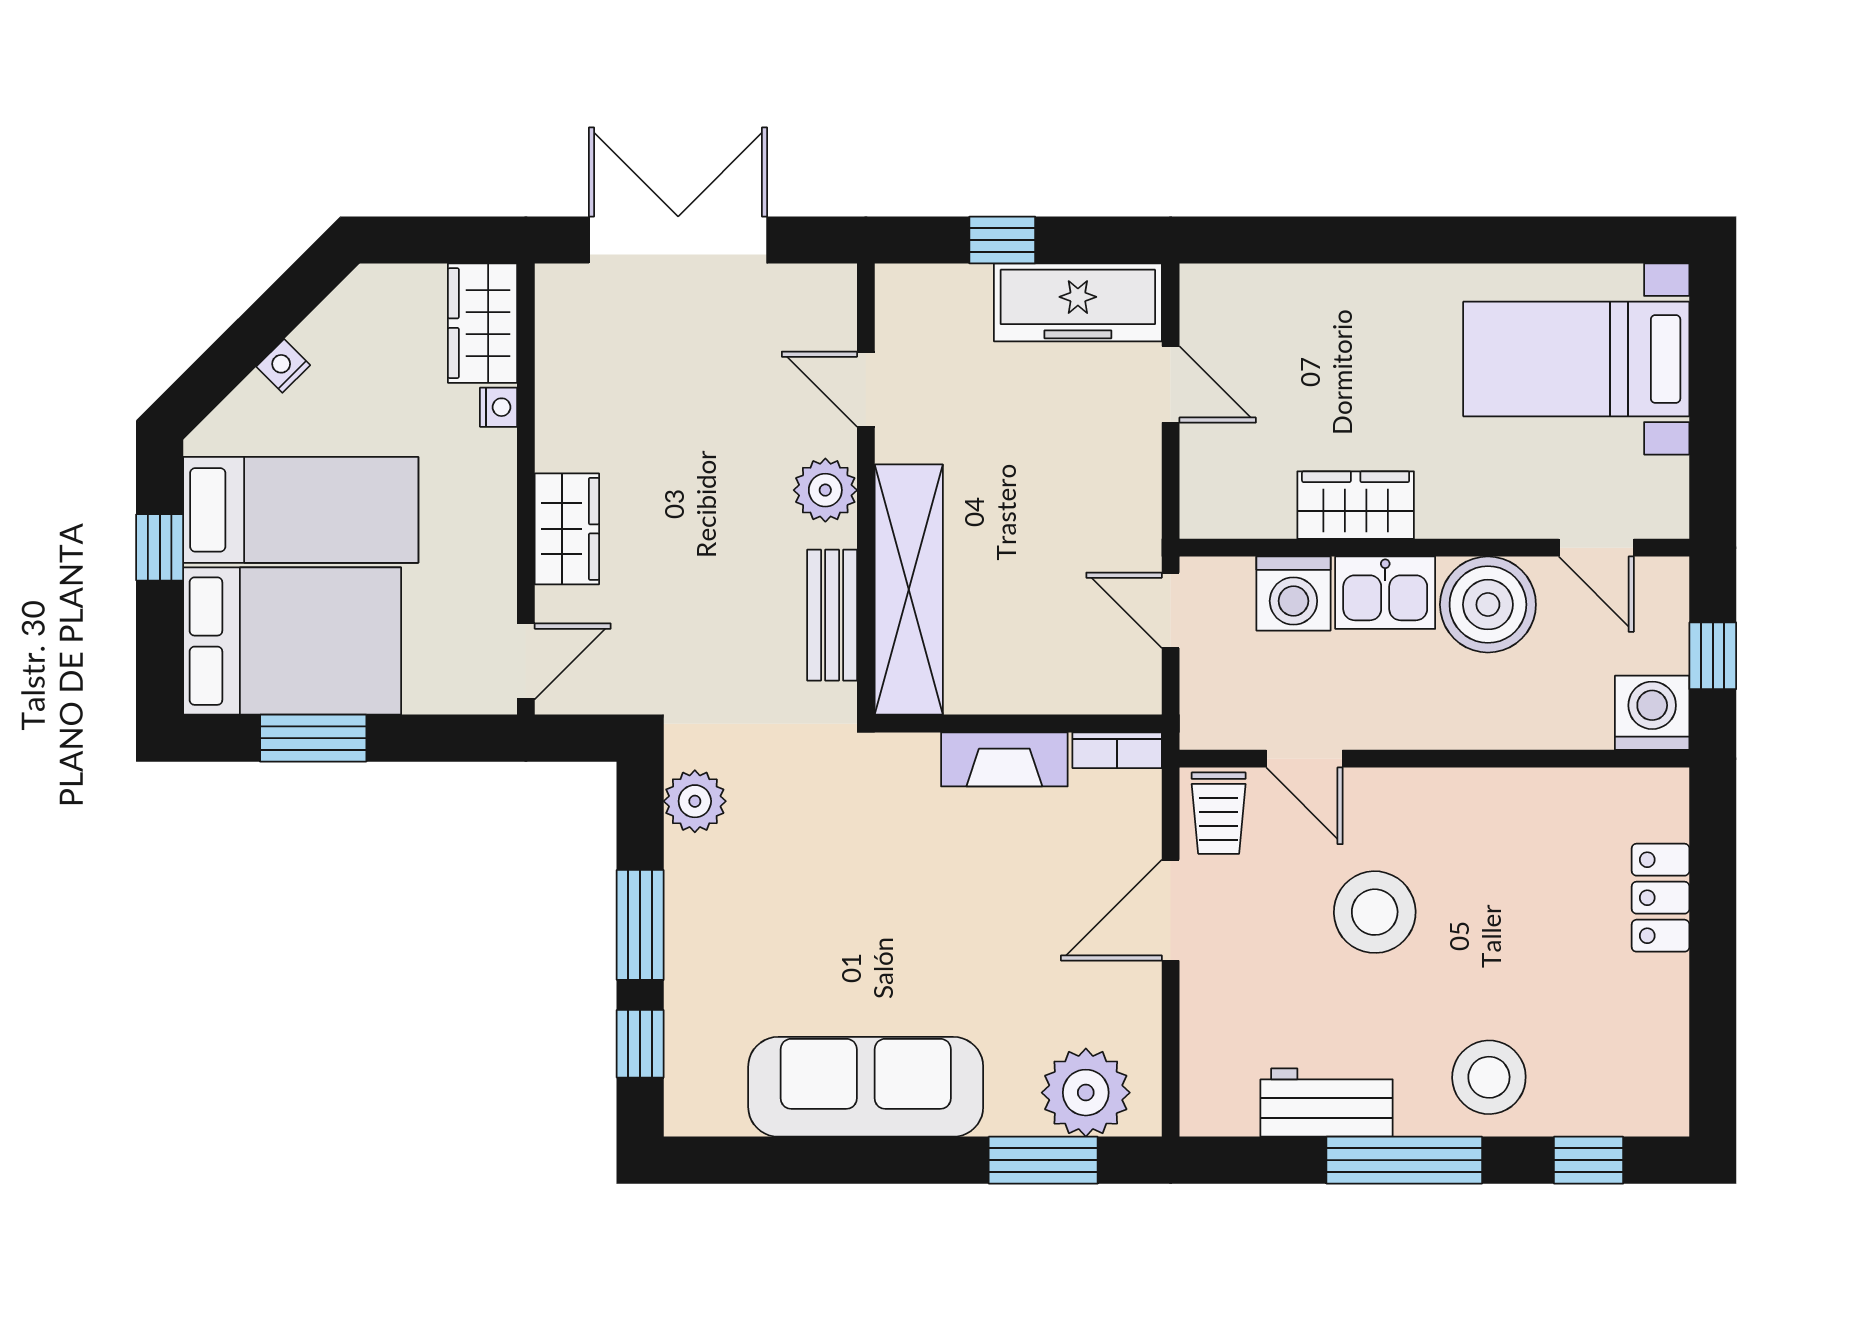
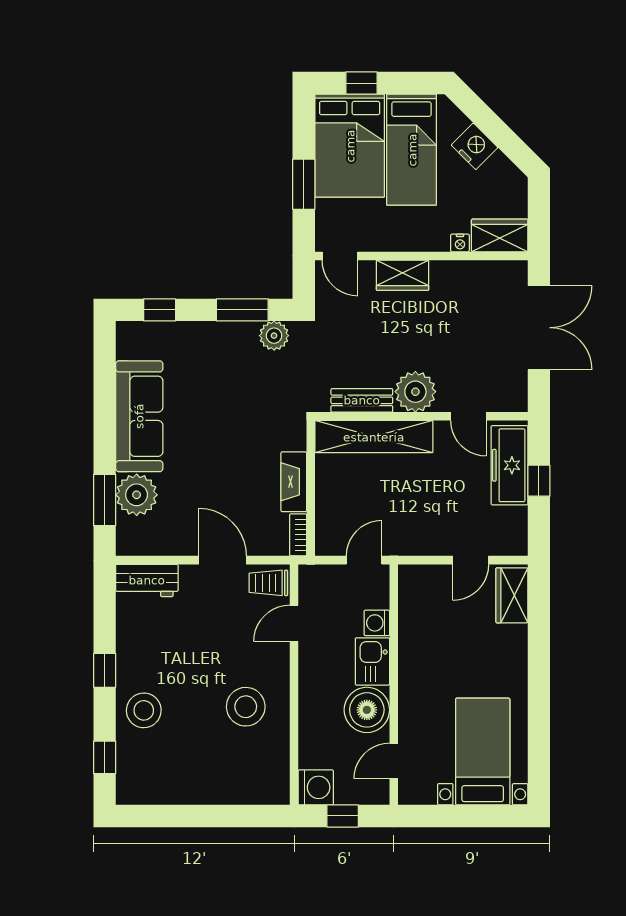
freezer: (1078, 302) -> (509, 465), moved
nightstand: (283, 366) -> (475, 146), width x1.89, depth x1.79
door: (866, 389) -> (468, 416), swing flipped
plant: (825, 490) -> (415, 392), width x1.36, depth x1.36
wardrobe: (1356, 505) -> (512, 595), moved, turned 180
window: (160, 547) -> (361, 83), moved
washing machine: (1293, 594) -> (377, 623), width x0.73, depth x0.73
window: (313, 738) -> (304, 184), moved
locker: (1661, 898) -> (228, 791), removed
stool: (1375, 912) -> (246, 707), moved
window: (640, 925) -> (242, 310), moved
plant: (1086, 1093) -> (137, 495), moved
workbench: (1327, 1103) -> (147, 580), moved, turned 90
window: (1404, 1160) -> (105, 670), width x0.46

